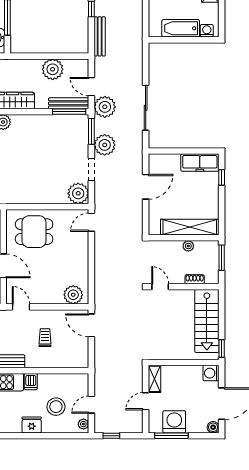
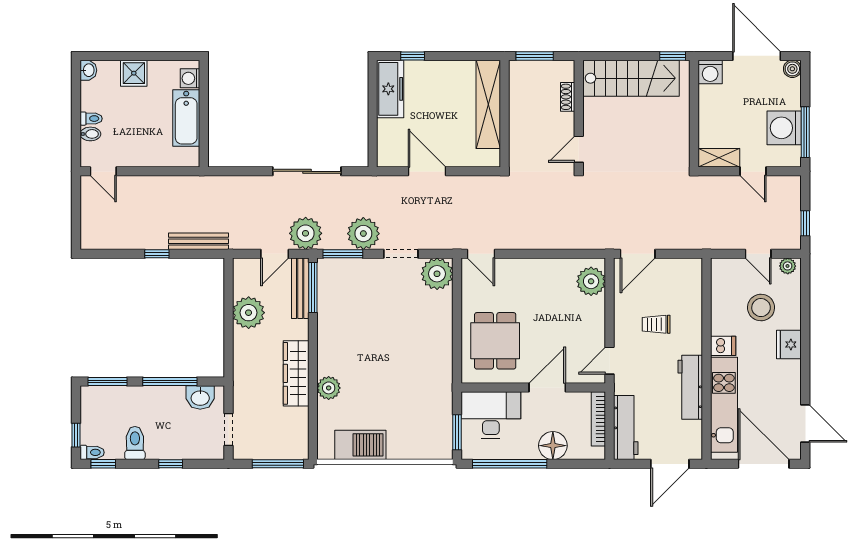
plant: (188, 246) -> (517, 106), removed

